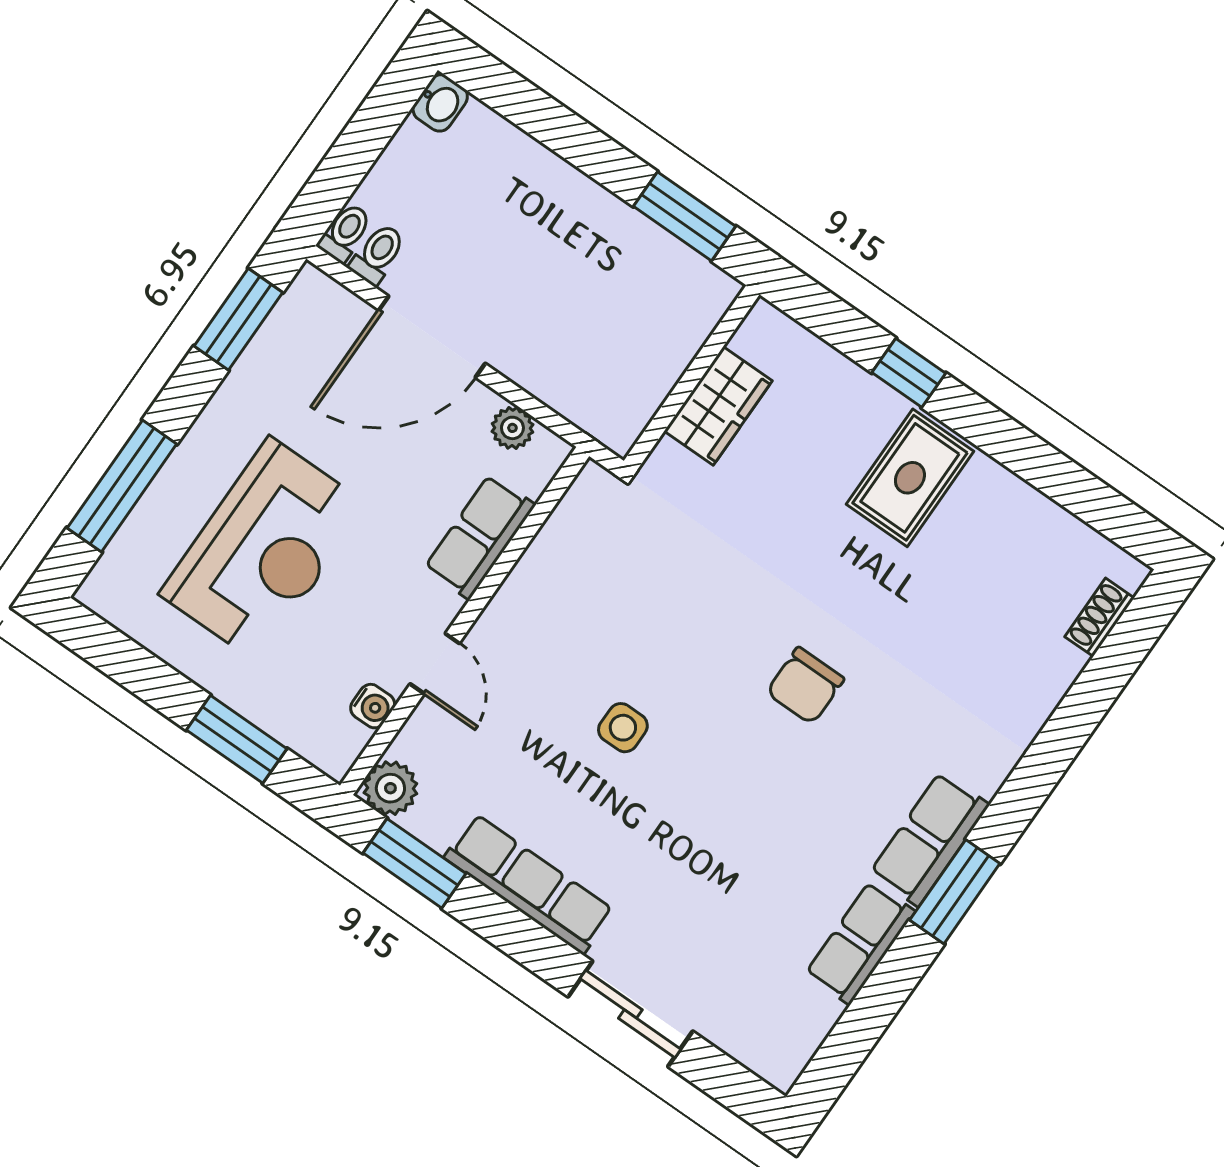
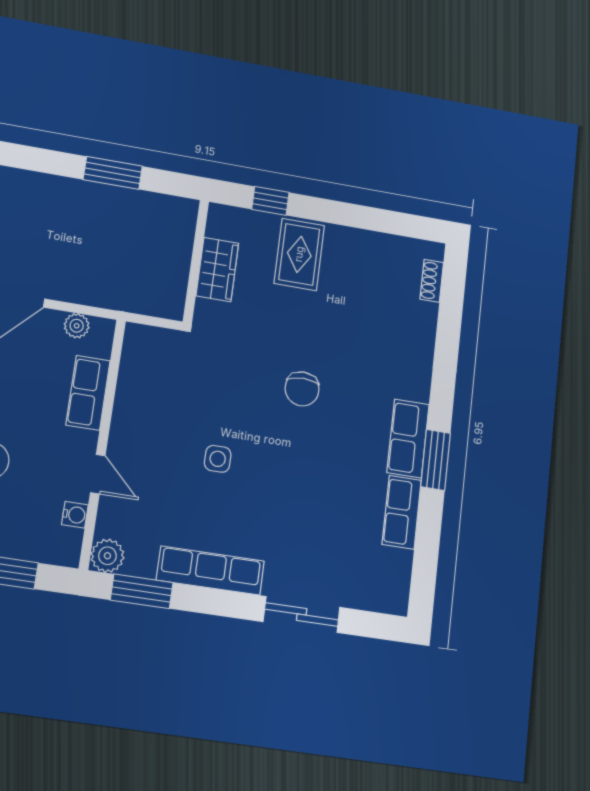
wall: (692, 378) -> (196, 261), moved
wardrobe: (718, 406) -> (217, 269), moved

